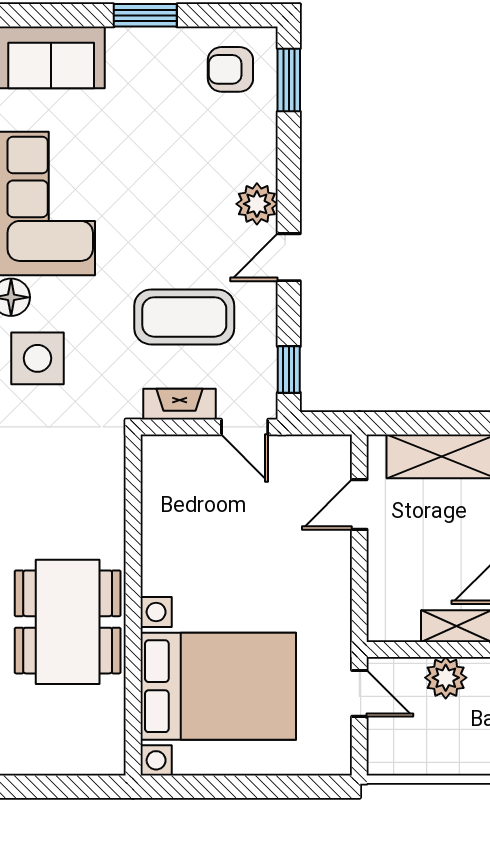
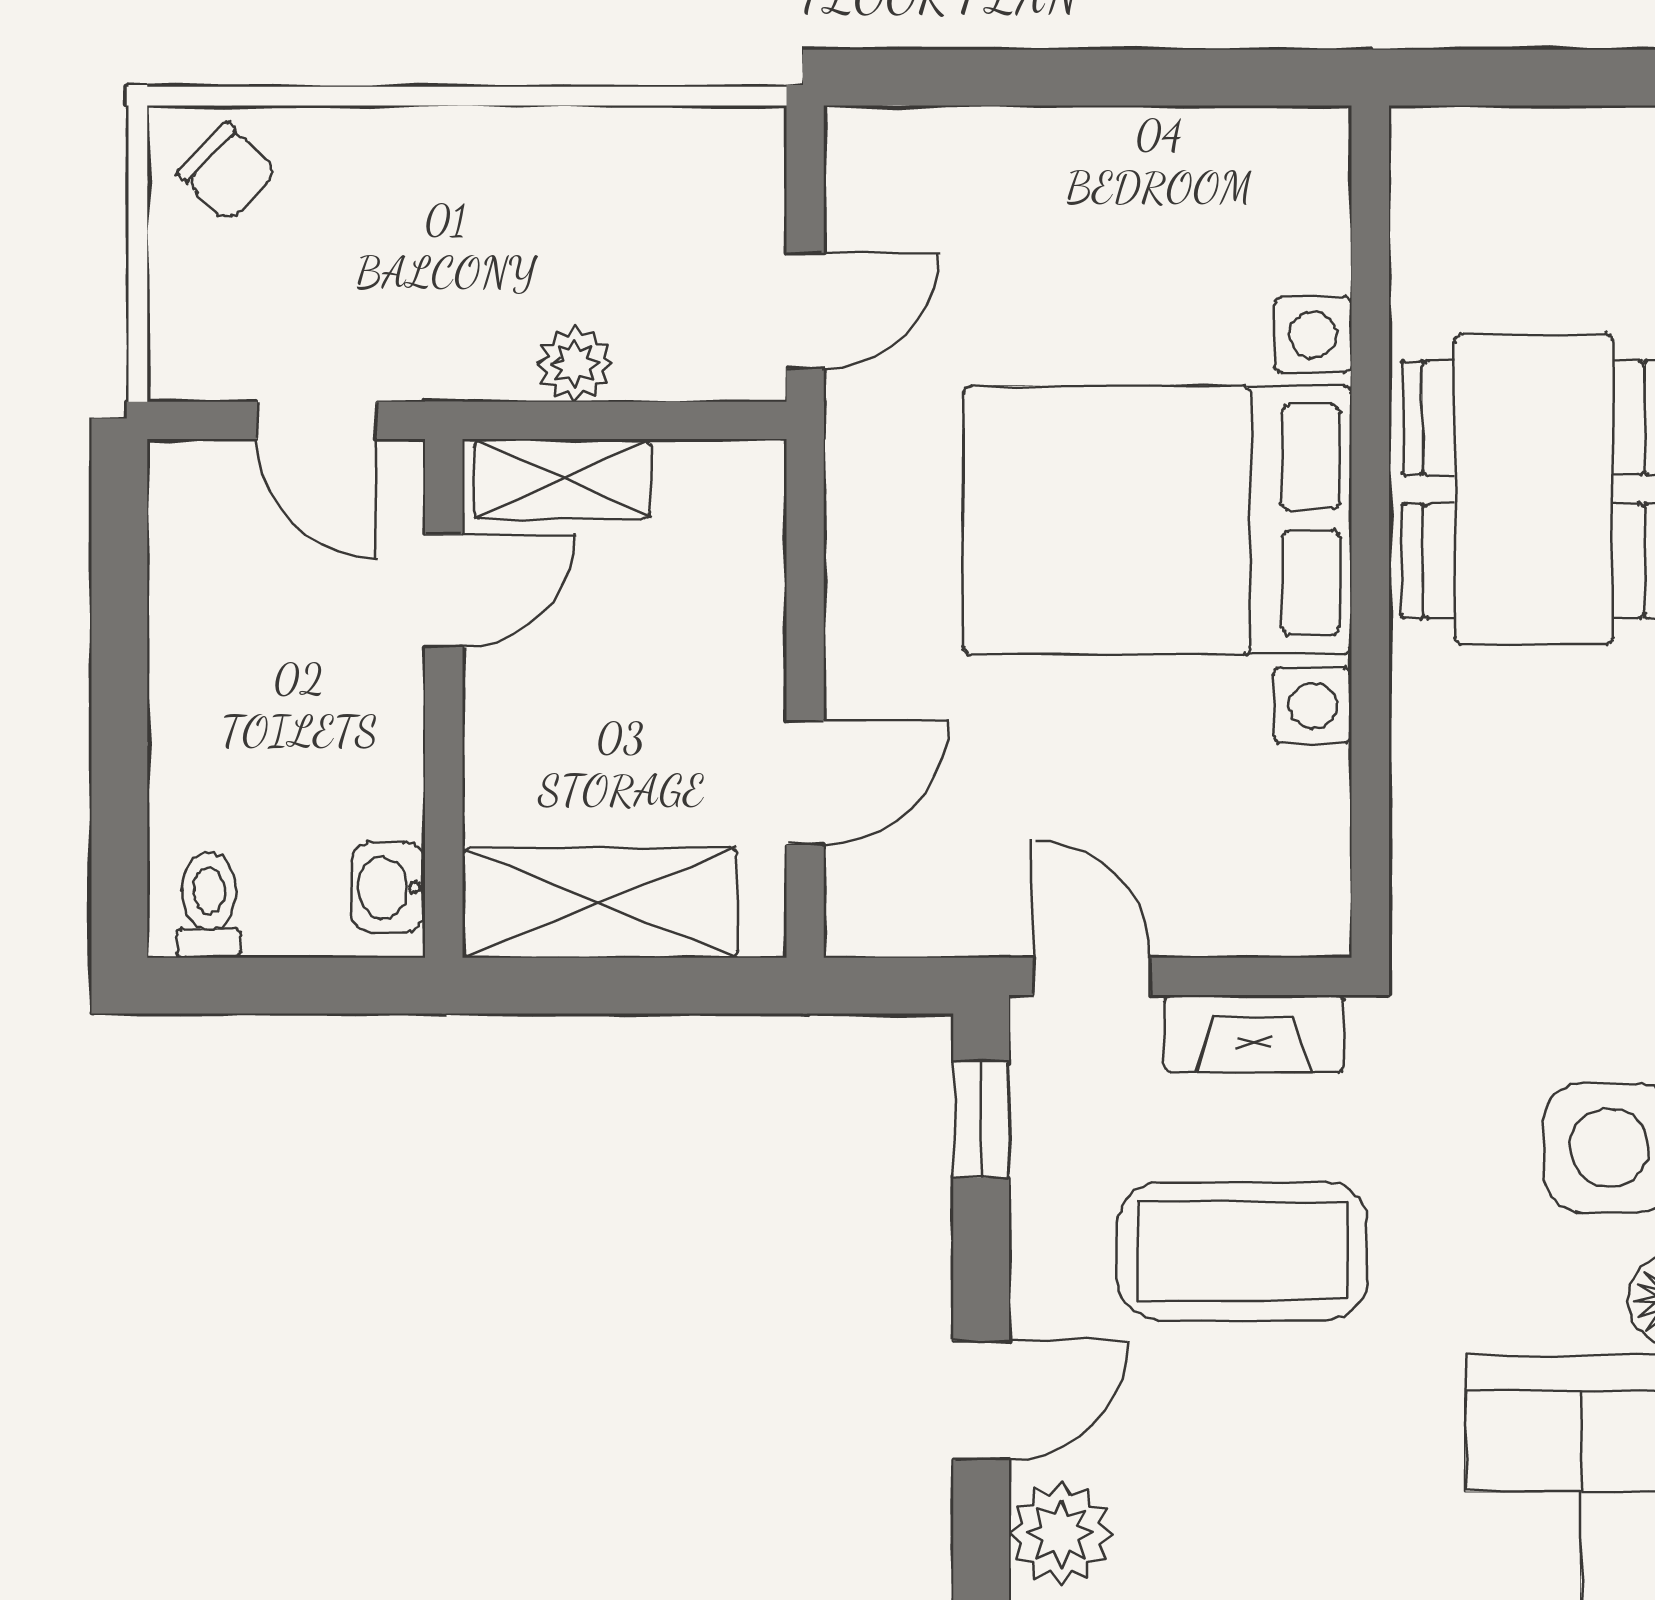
plant: (446, 678) -> (575, 364), width x0.73, depth x0.73
bed with nightstands: (218, 686) -> (1158, 520), moved
door: (359, 693) -> (805, 311), swing flipped

